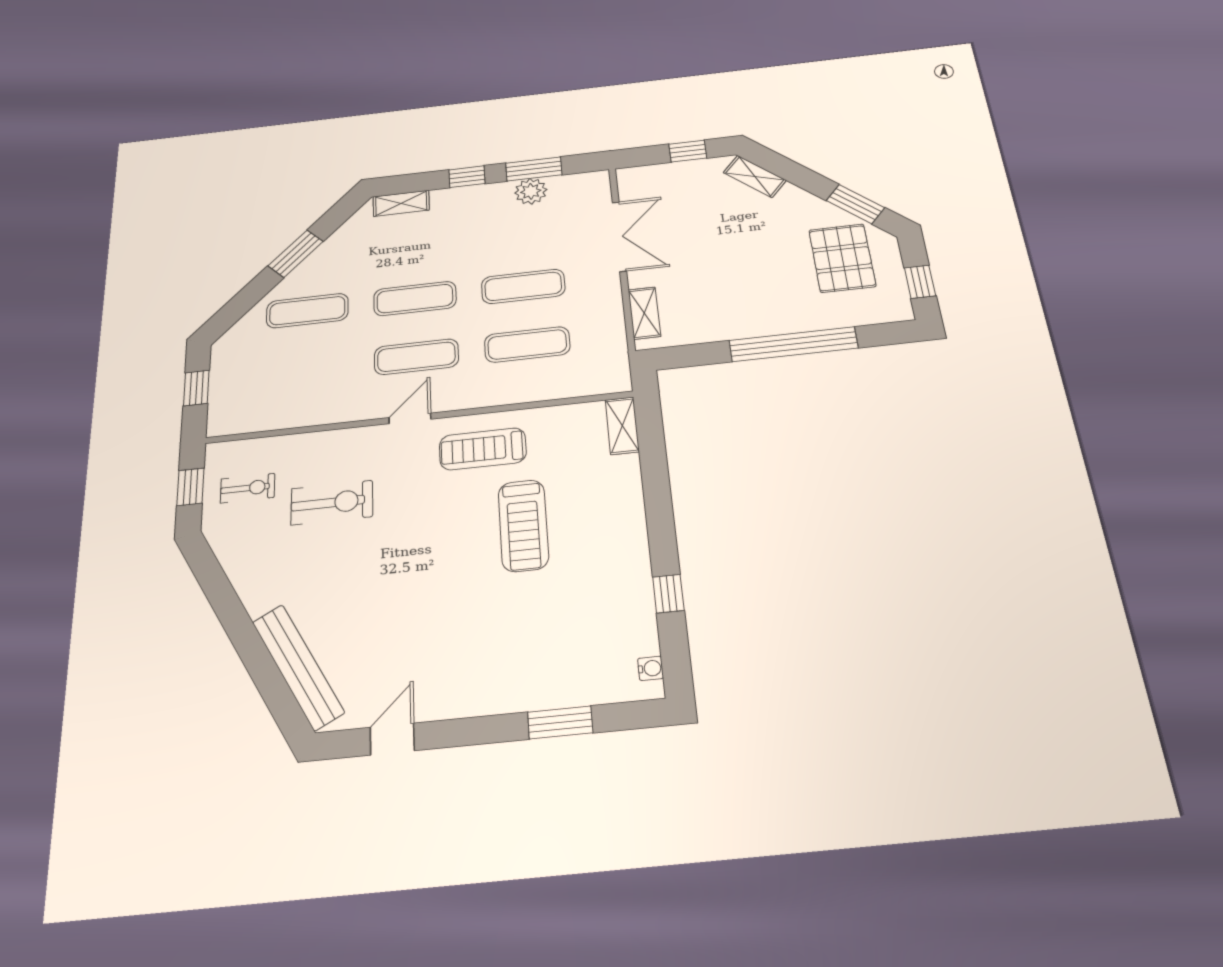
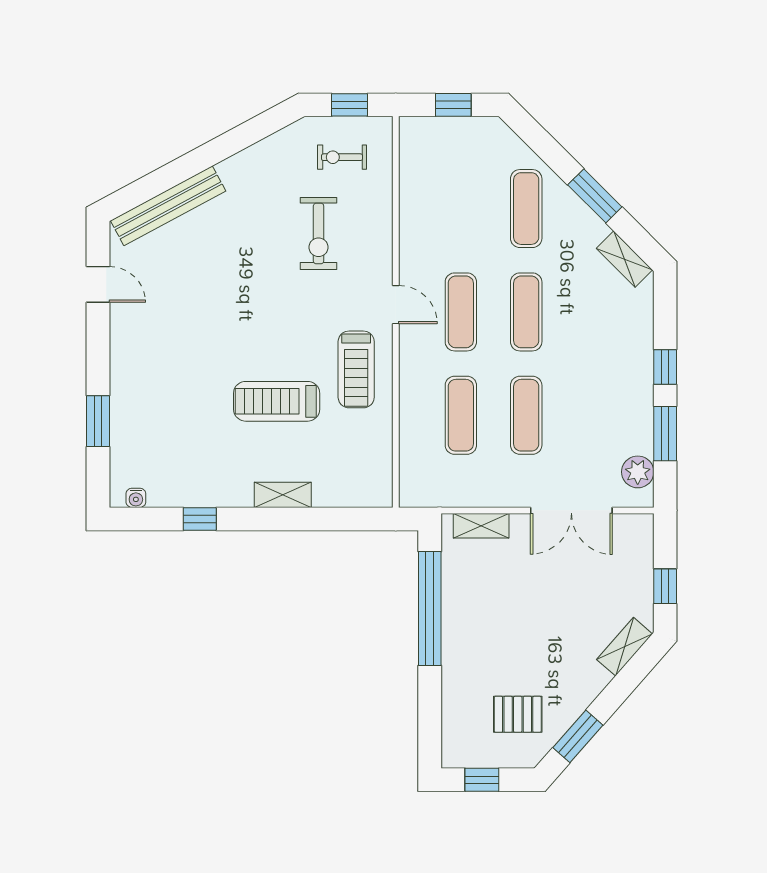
plant: (531, 191) -> (638, 472), moved
shelving: (401, 203) -> (624, 259), moved, turned -45
pallet: (842, 258) -> (518, 714), width x0.67, depth x0.71
window: (793, 344) -> (430, 609), moved
shelving: (622, 426) -> (283, 495), moved
treadmill: (483, 449) -> (356, 369), turned 180
exercise bike: (248, 488) -> (342, 157), turned 90

